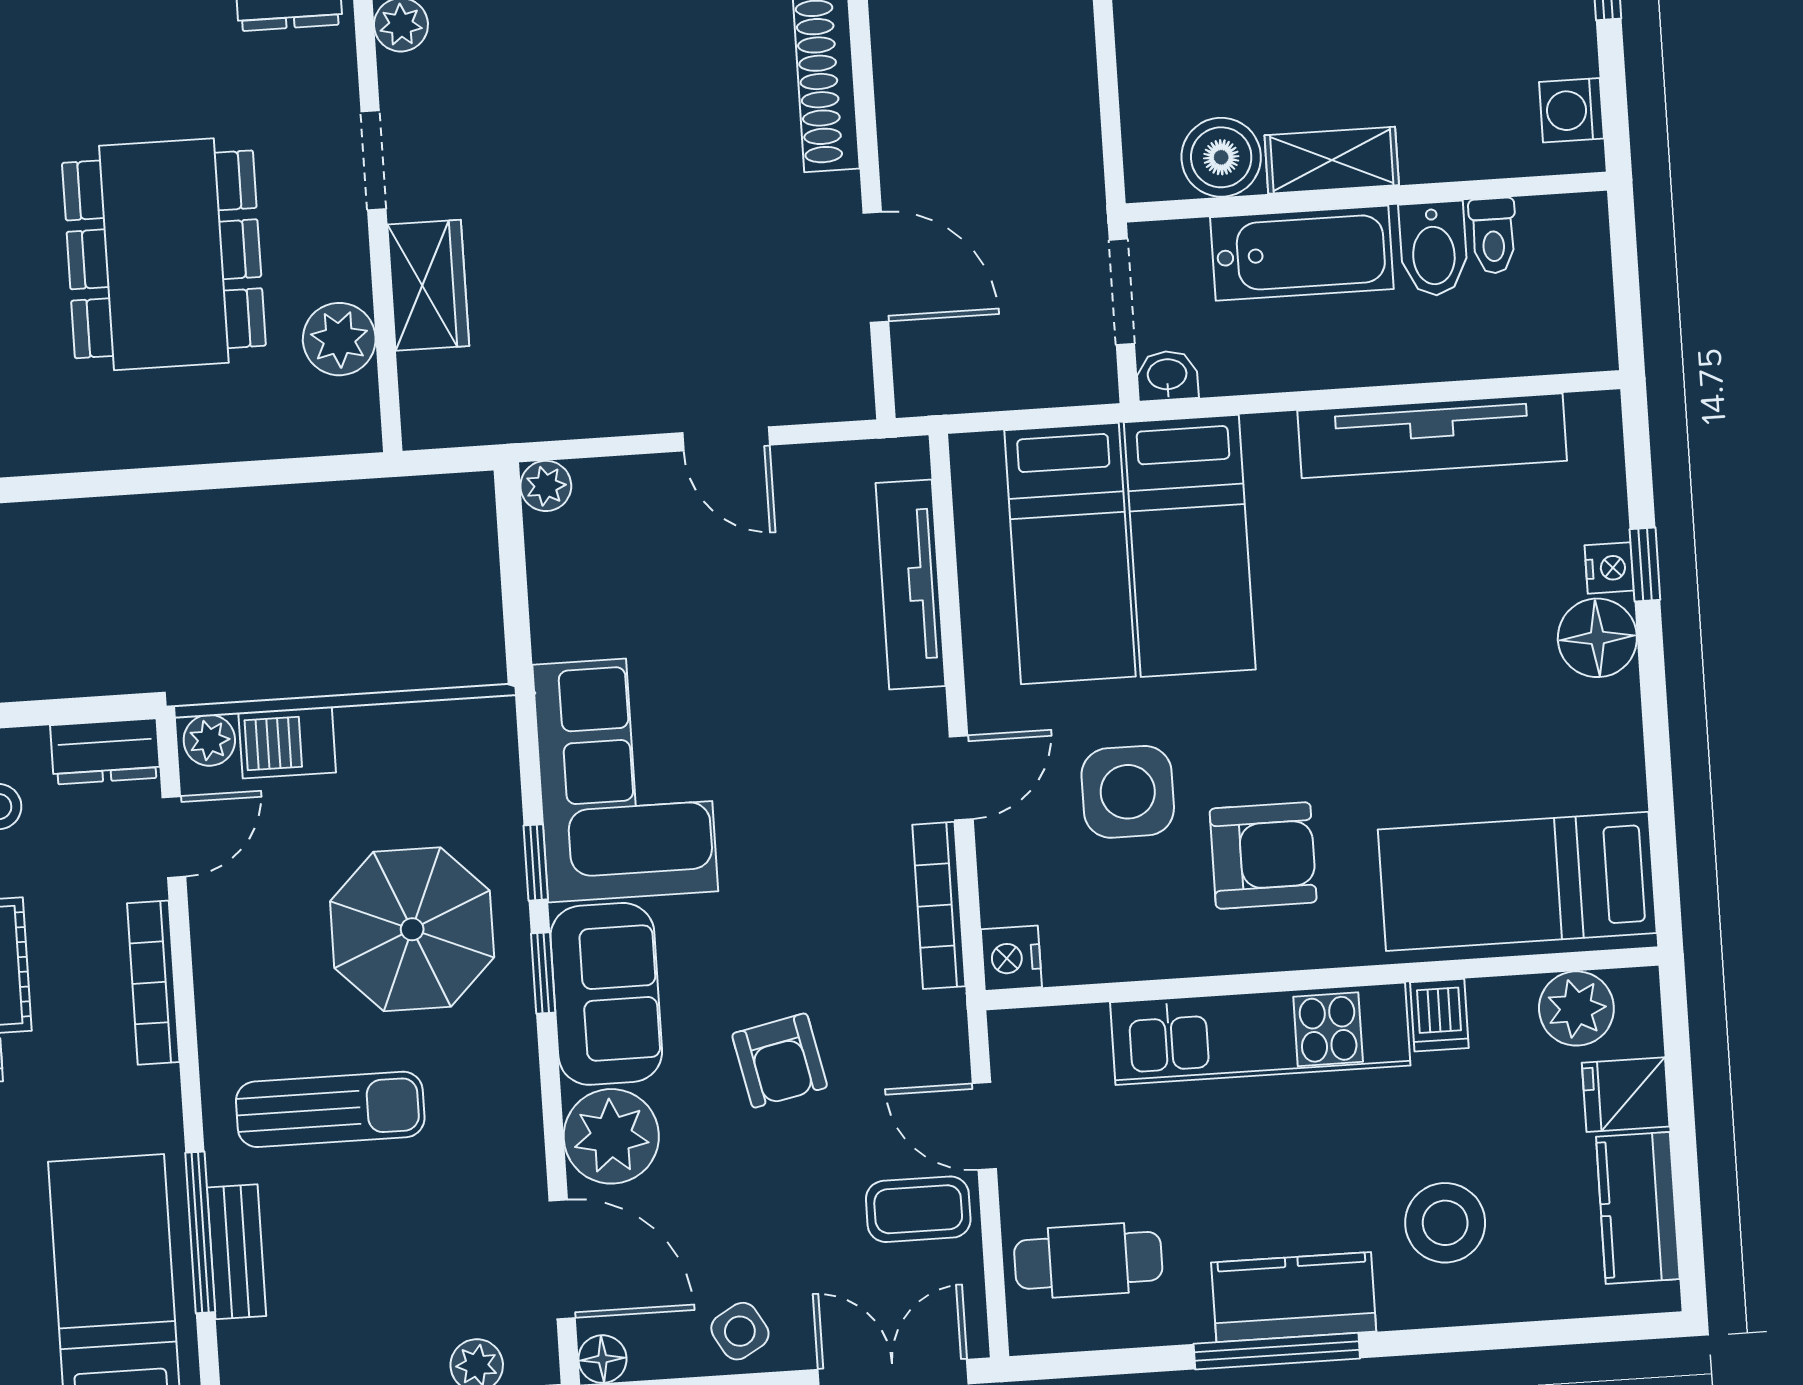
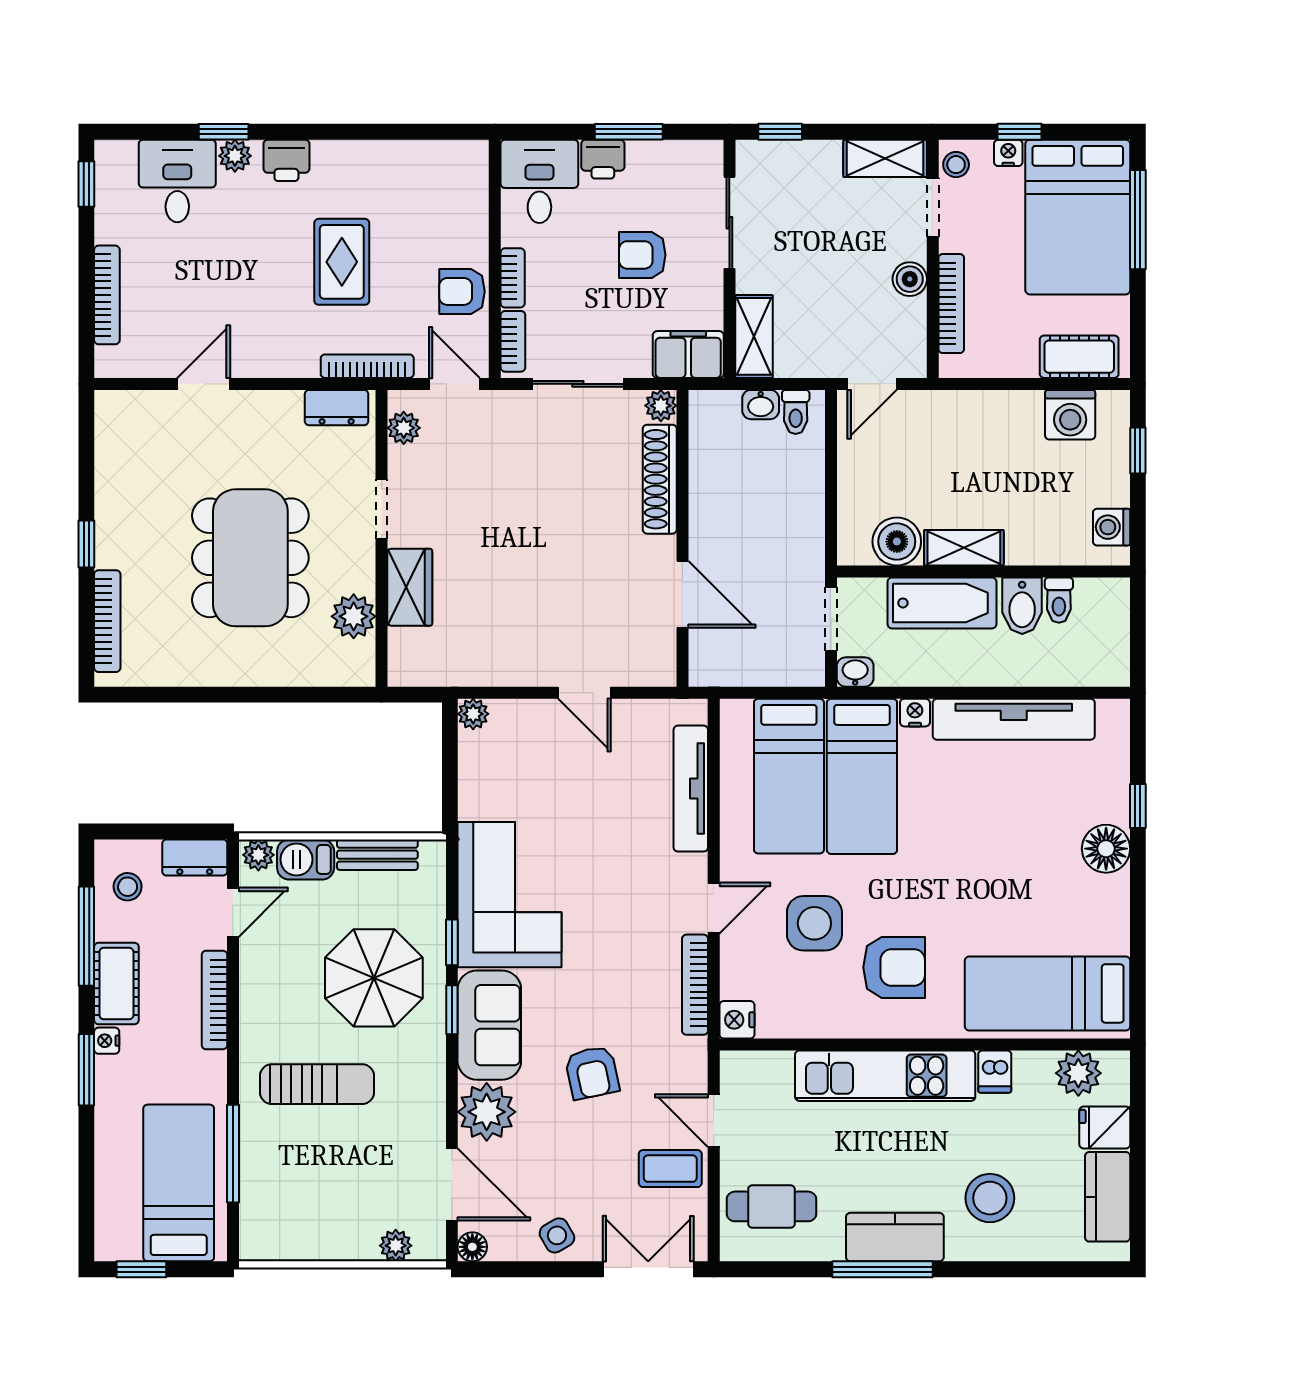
nightstand: (1609, 568) -> (915, 713), moved, turned -90
bench: (236, 1252) -> (377, 855), moved, turned 90

